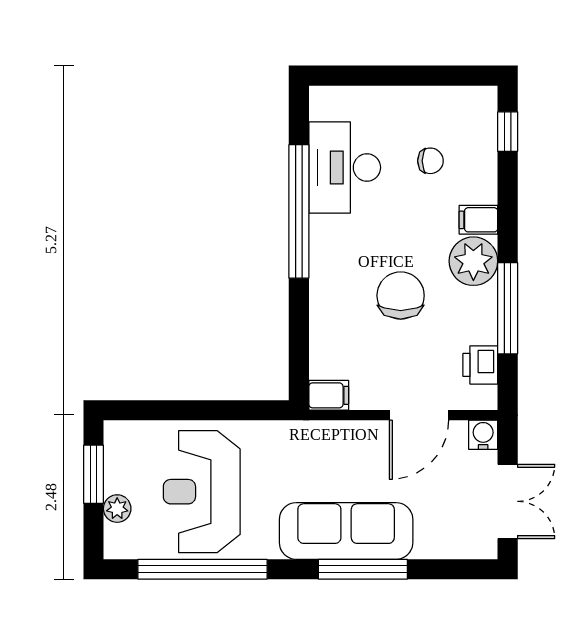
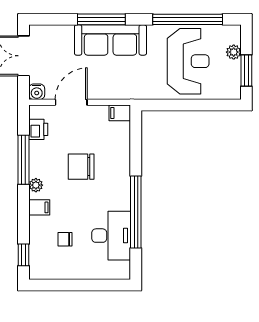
plant: (473, 261) -> (36, 185), width x0.53, depth x0.53
chair: (401, 296) -> (81, 167), turned 90

